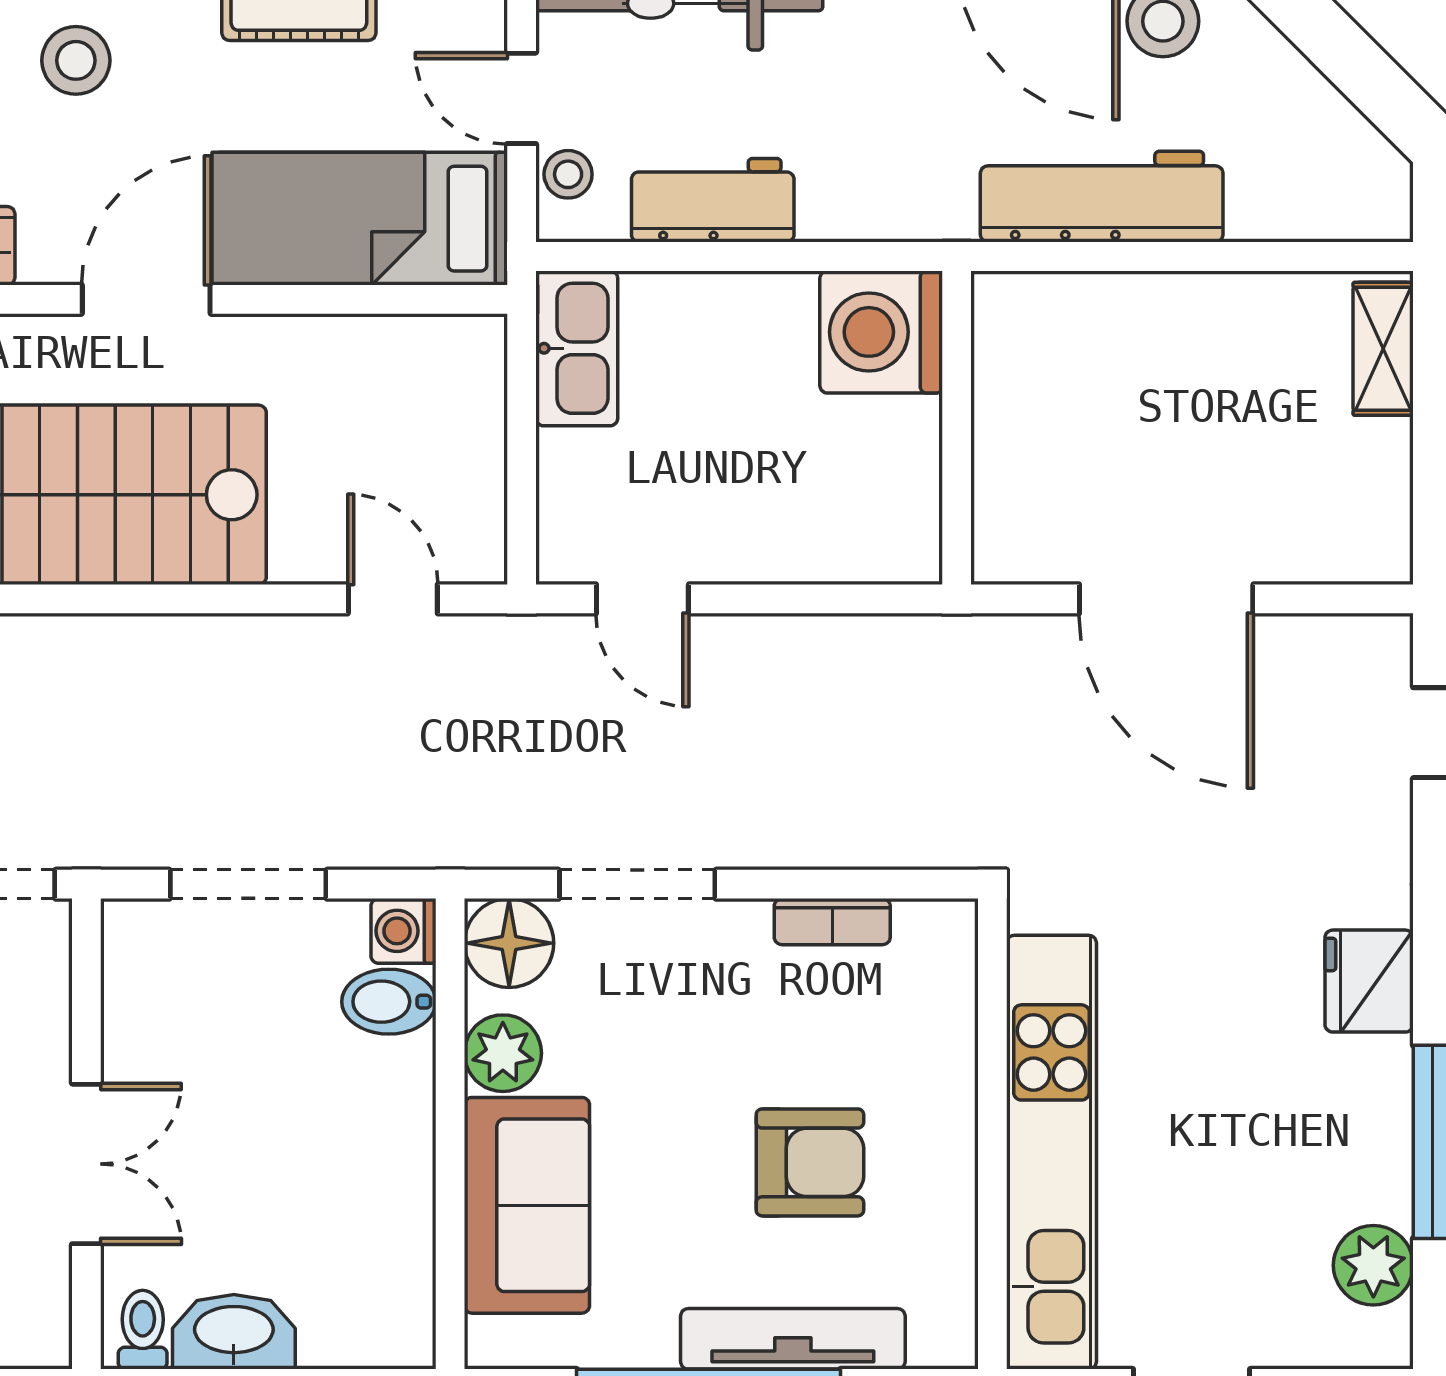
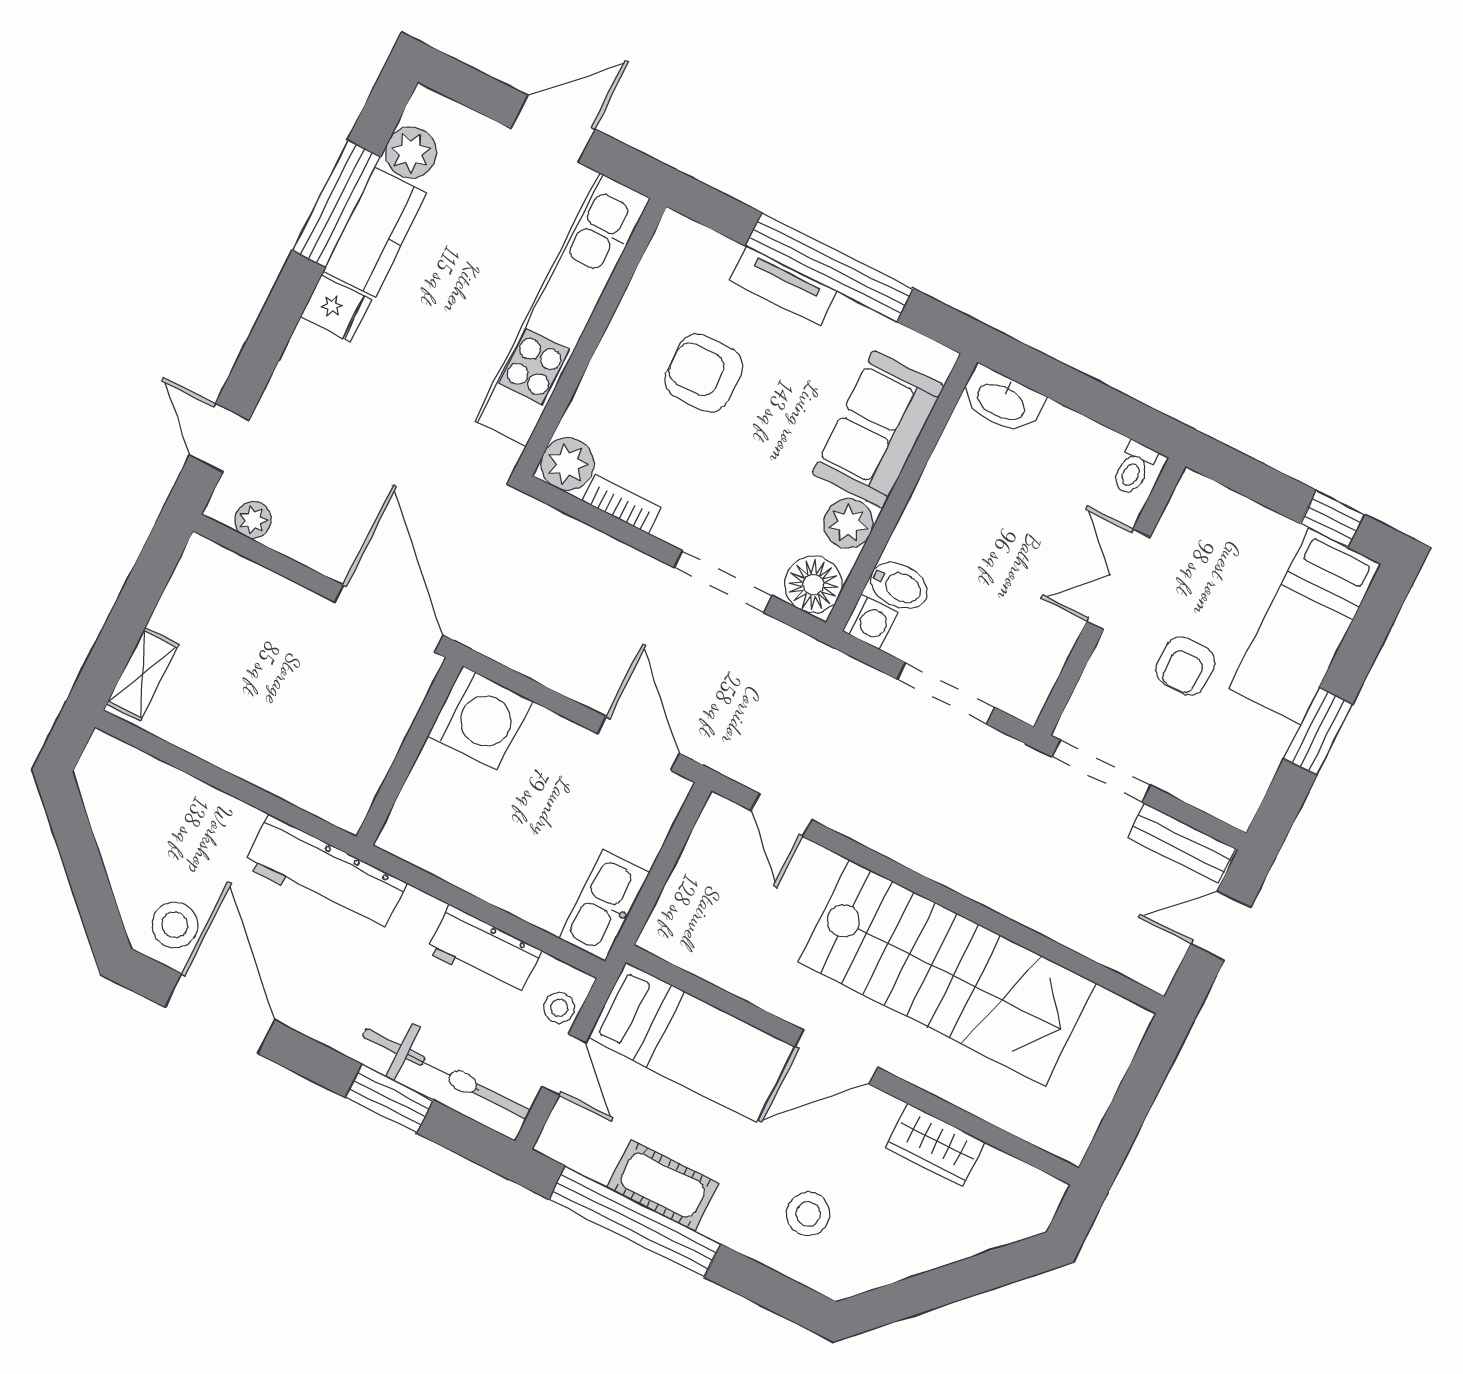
workbench: (1102, 197) -> (325, 874), moved
washing machine: (881, 332) -> (480, 718), moved
door: (642, 599) -> (638, 743), width x1.38
door: (1166, 599) -> (389, 618), moved
plant: (1337, 642) -> (253, 520), added
plant: (937, 940) -> (567, 464), added
fridge: (1369, 981) -> (336, 308), width x0.72
kitchen counter: (1368, 1129) -> (375, 232), added
washbasin: (234, 1332) -> (1002, 401), moved
tv unit: (793, 1339) -> (783, 286), width x0.71

